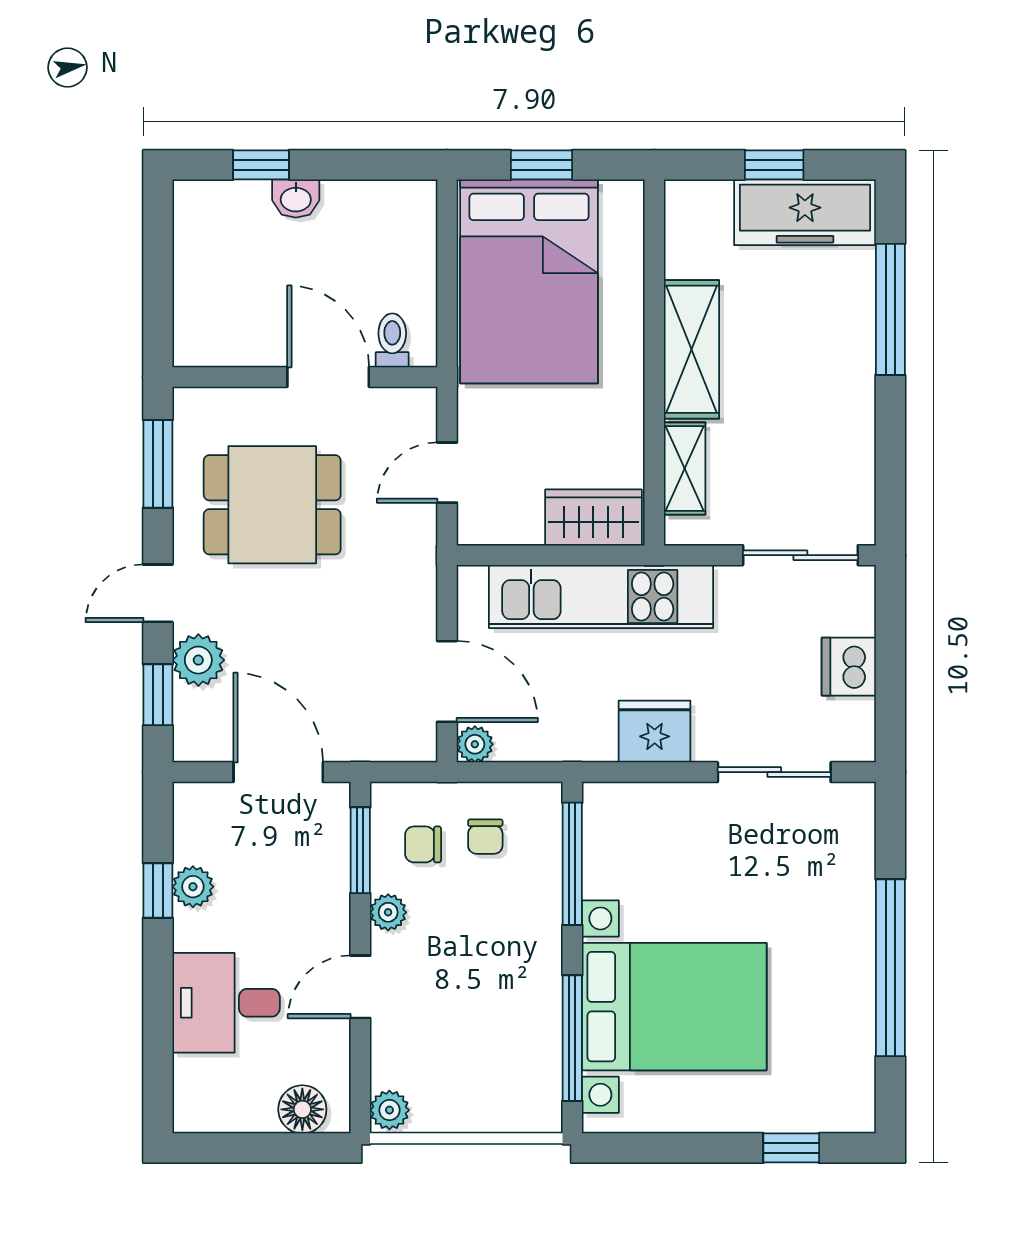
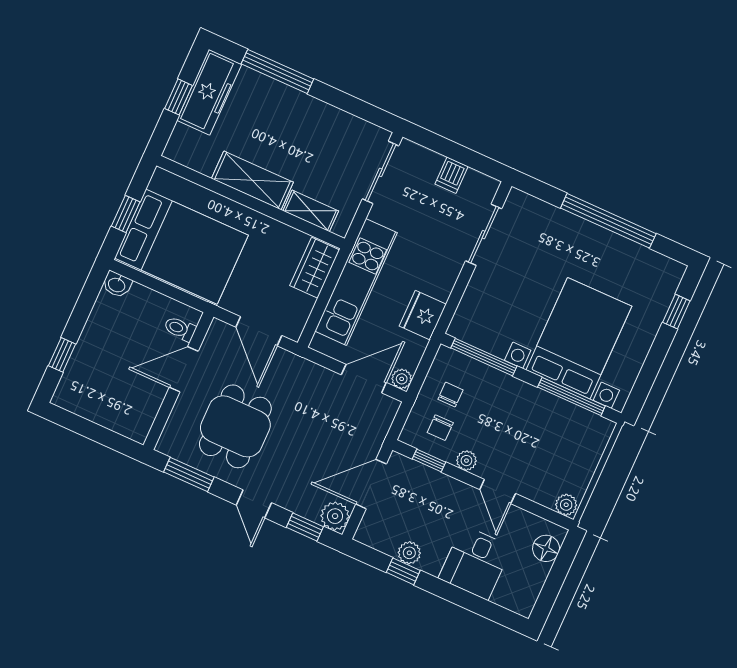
washbasin: (296, 198) -> (117, 285), moved, turned 90
door: (447, 473) -> (259, 331), width x1.38
plant: (198, 660) -> (335, 516), moved
dishwasher: (849, 667) -> (452, 175), width x0.73
fridge: (655, 731) -> (423, 315), moved
chair: (485, 837) -> (450, 395), turned -90
window: (360, 850) -> (429, 461), width x0.67

